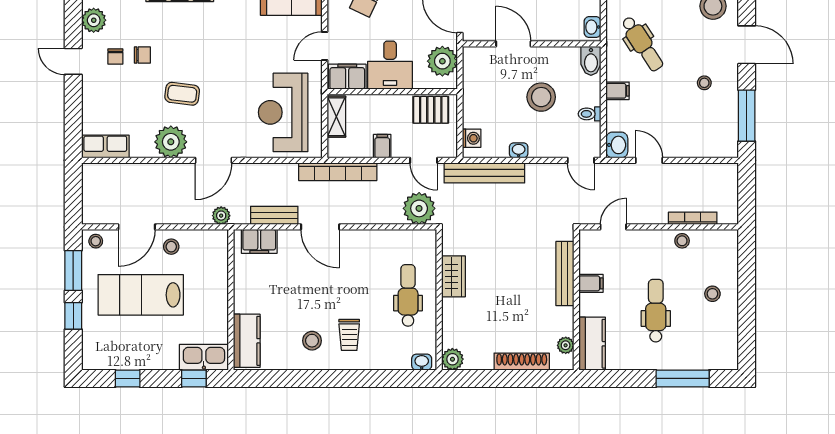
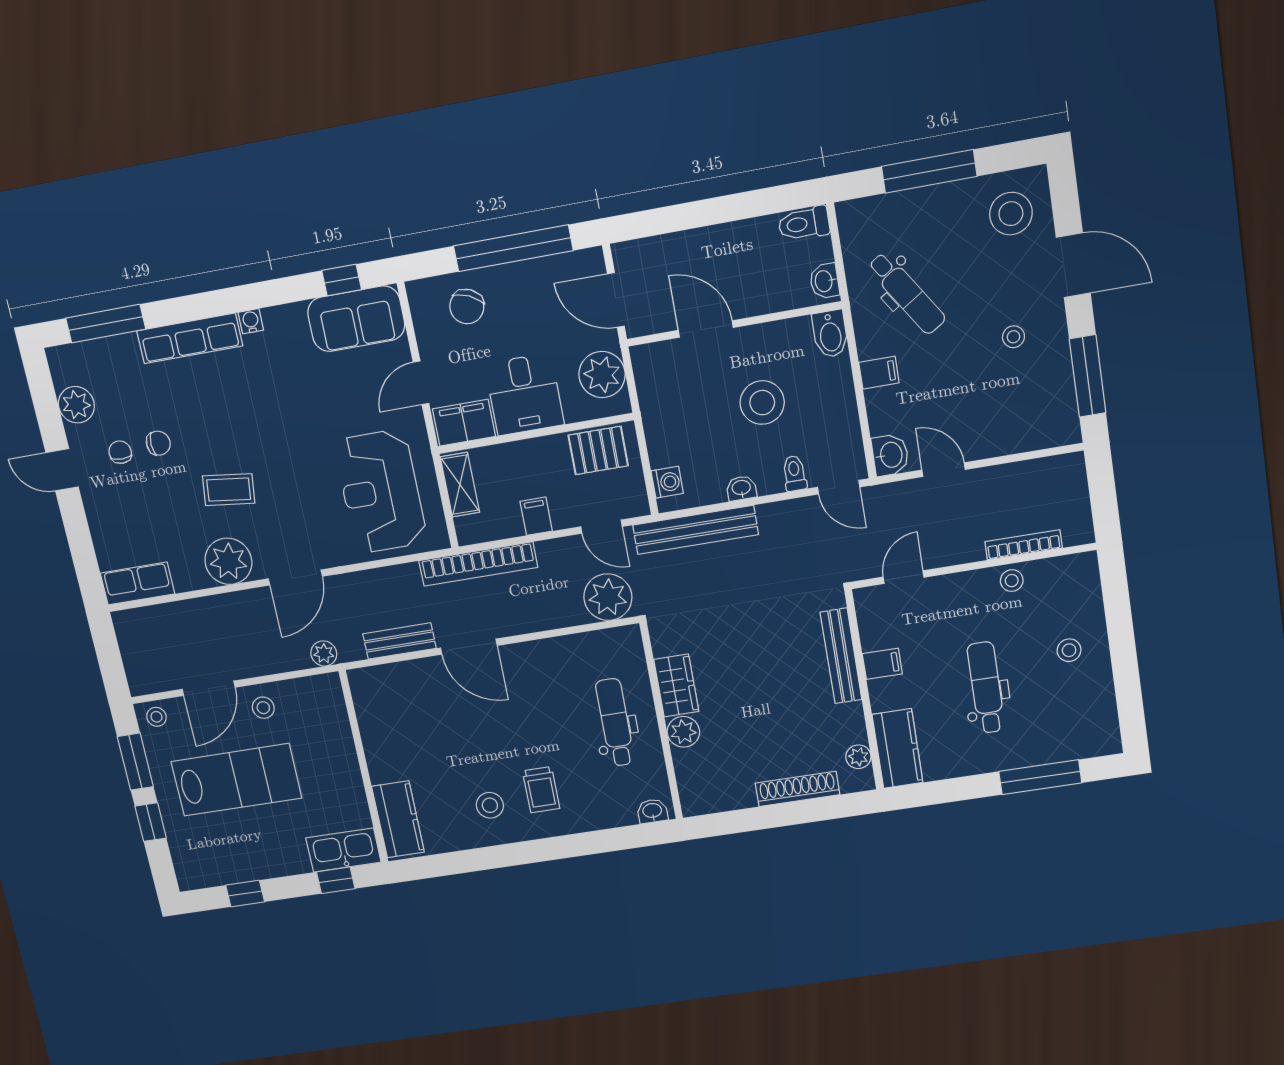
chair: (115, 56) -> (120, 452), turned 180
toilet: (590, 114) -> (794, 473), moved, turned 90
filing cabinet: (259, 241) -> (386, 681), removed
lab bench: (141, 295) -> (236, 780), turned 180
plant: (452, 359) -> (683, 732), moved

